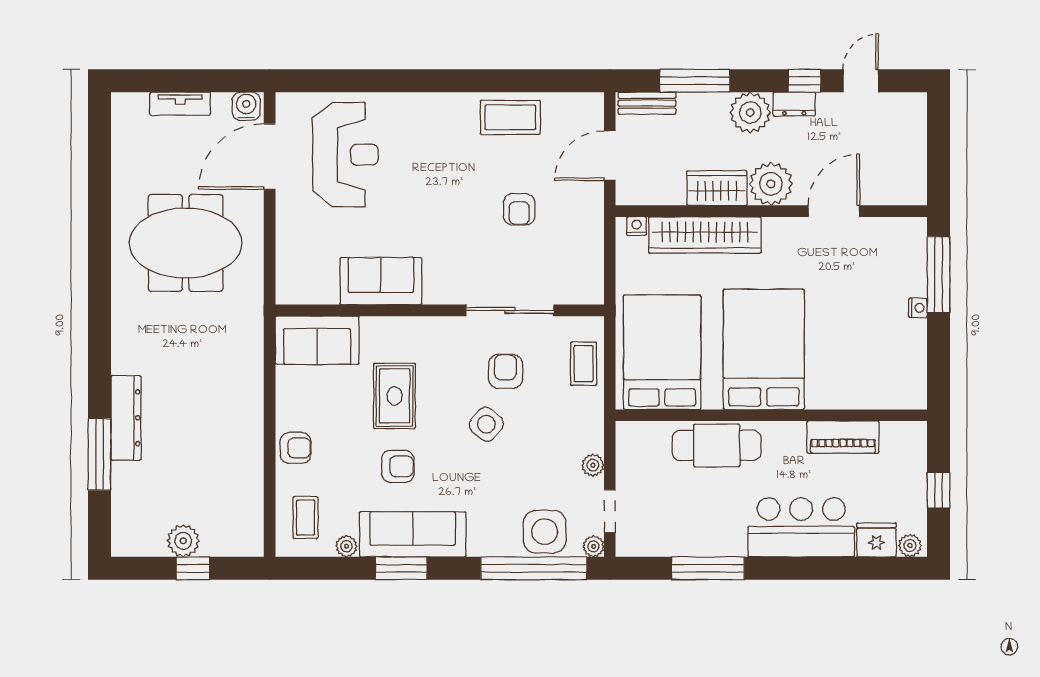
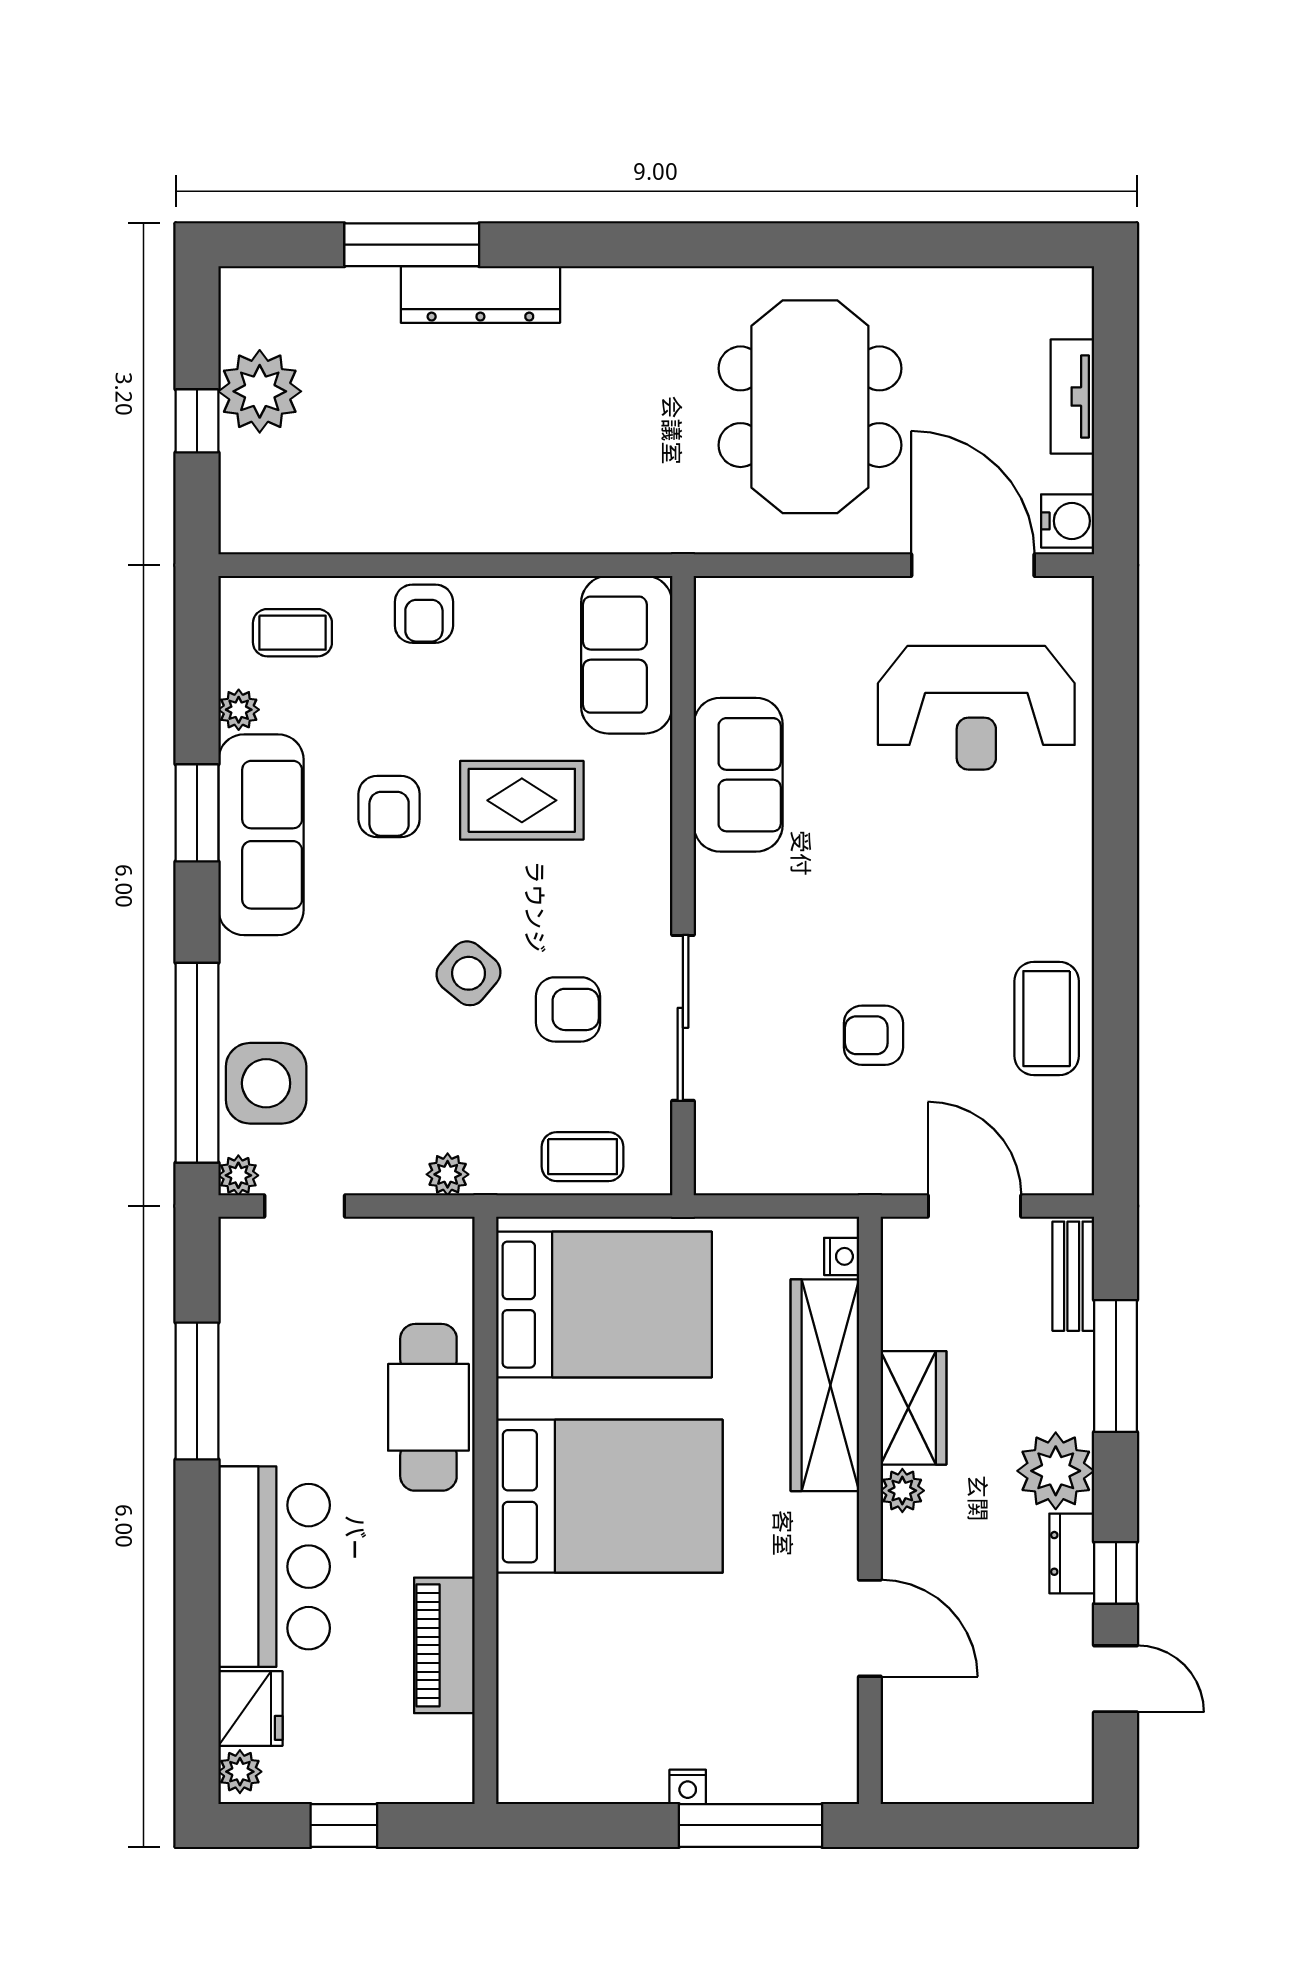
plant: (771, 184) -> (902, 1491), width x0.53, depth x0.53
plant: (593, 465) -> (448, 1174), moved
plant: (183, 541) -> (260, 391), width x1.36, depth x1.36

